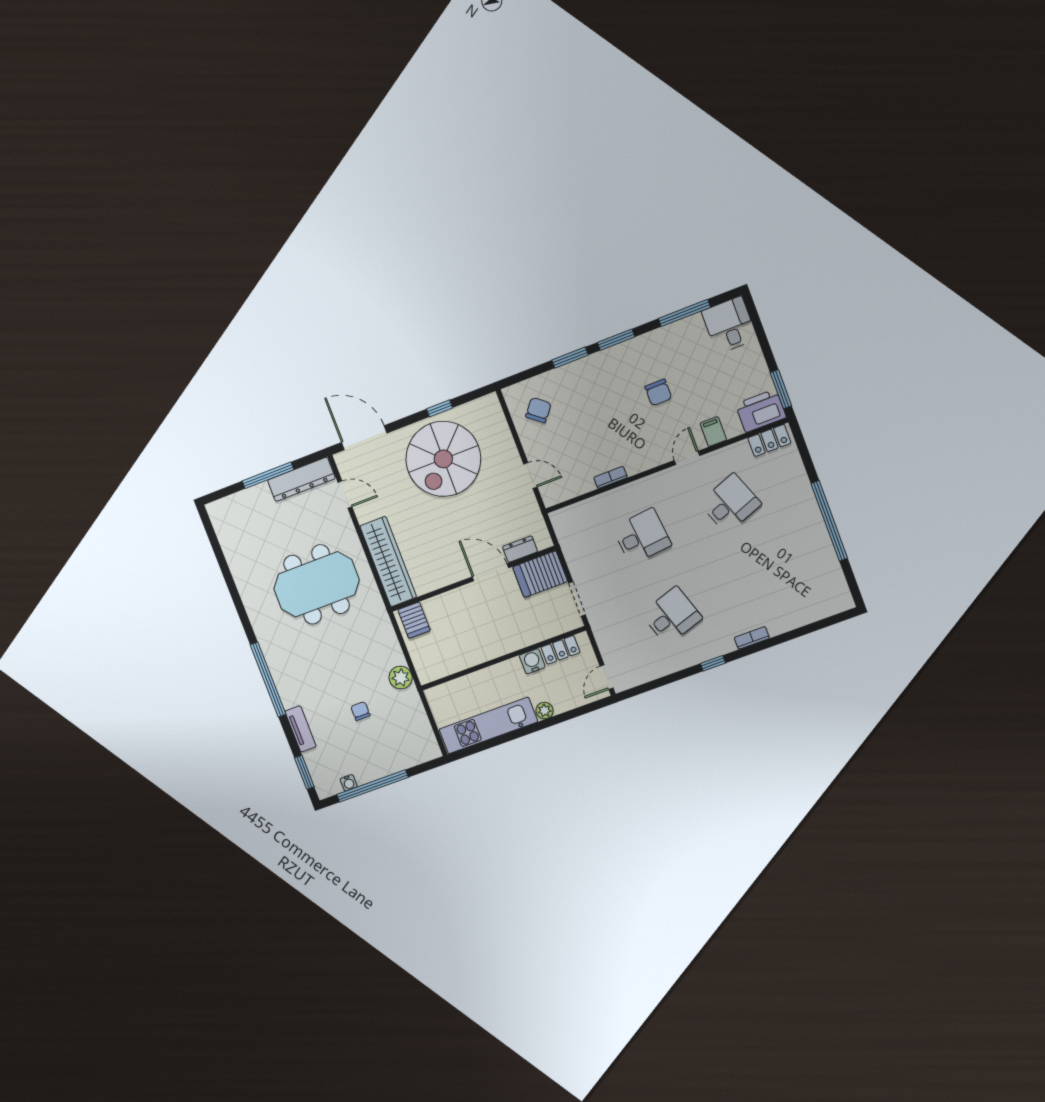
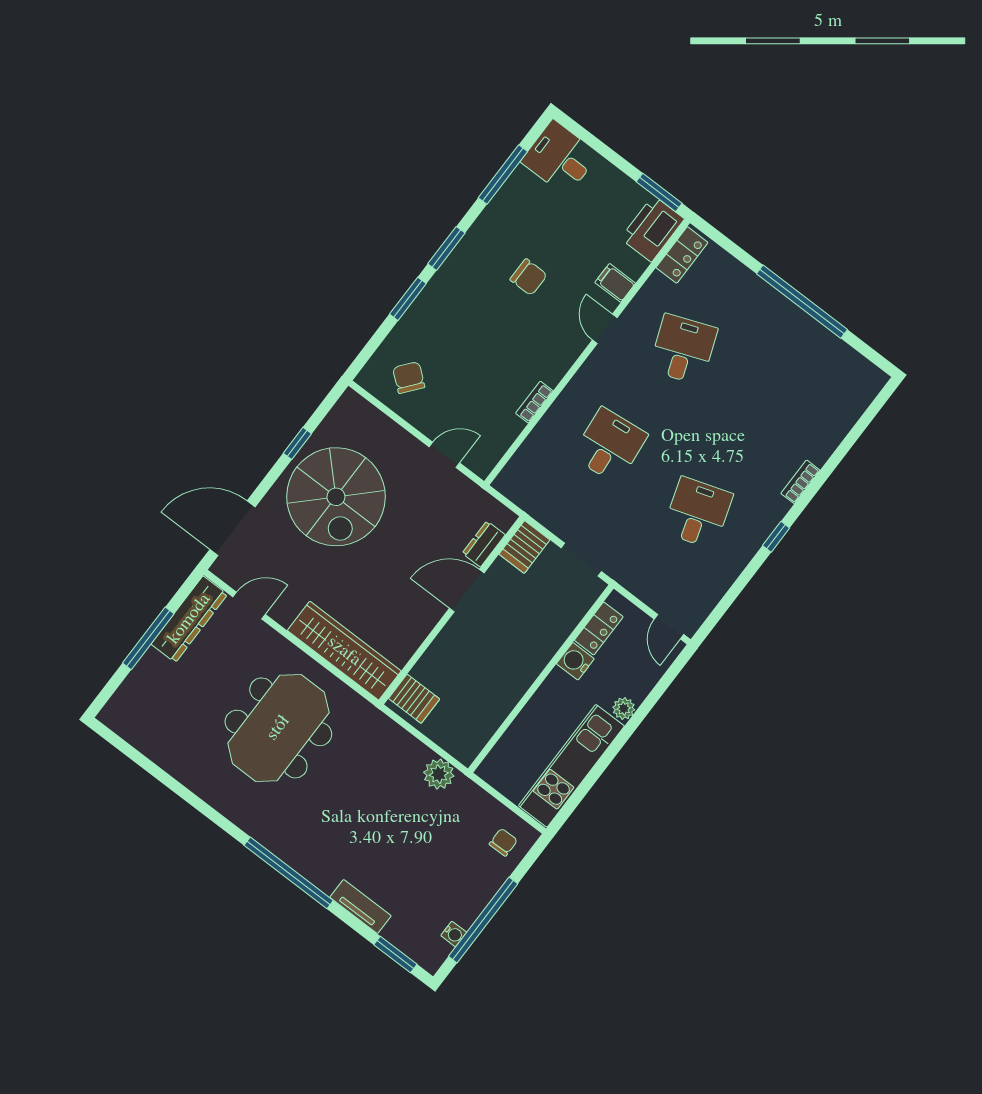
server rack: (540, 574) -> (524, 547), width x0.73, depth x0.70
chair: (360, 711) -> (503, 842), moved, turned 89

